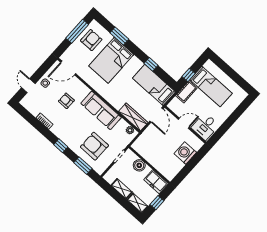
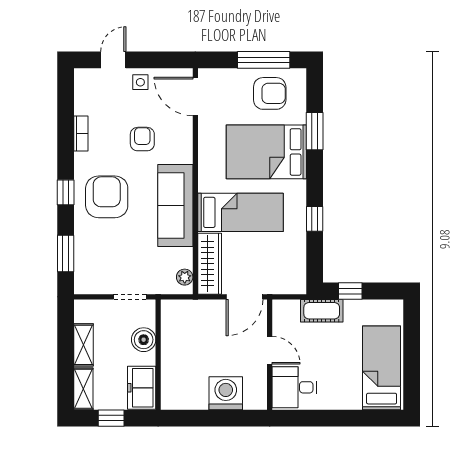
bed: (154, 85) -> (240, 212), moved, turned 90
bed: (211, 87) -> (382, 368), moved, turned 180
armchair: (94, 146) -> (107, 197), moved

